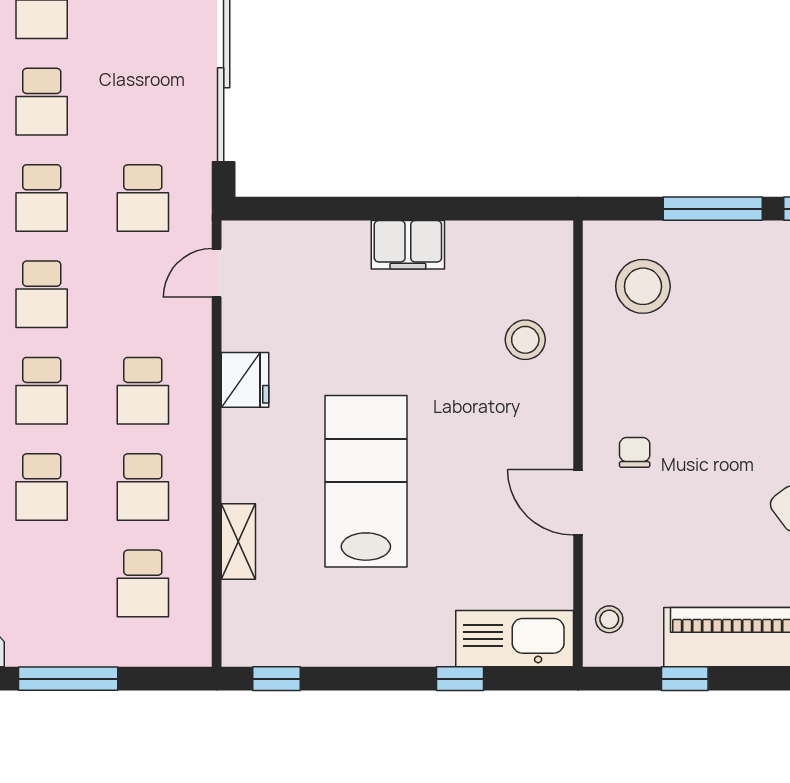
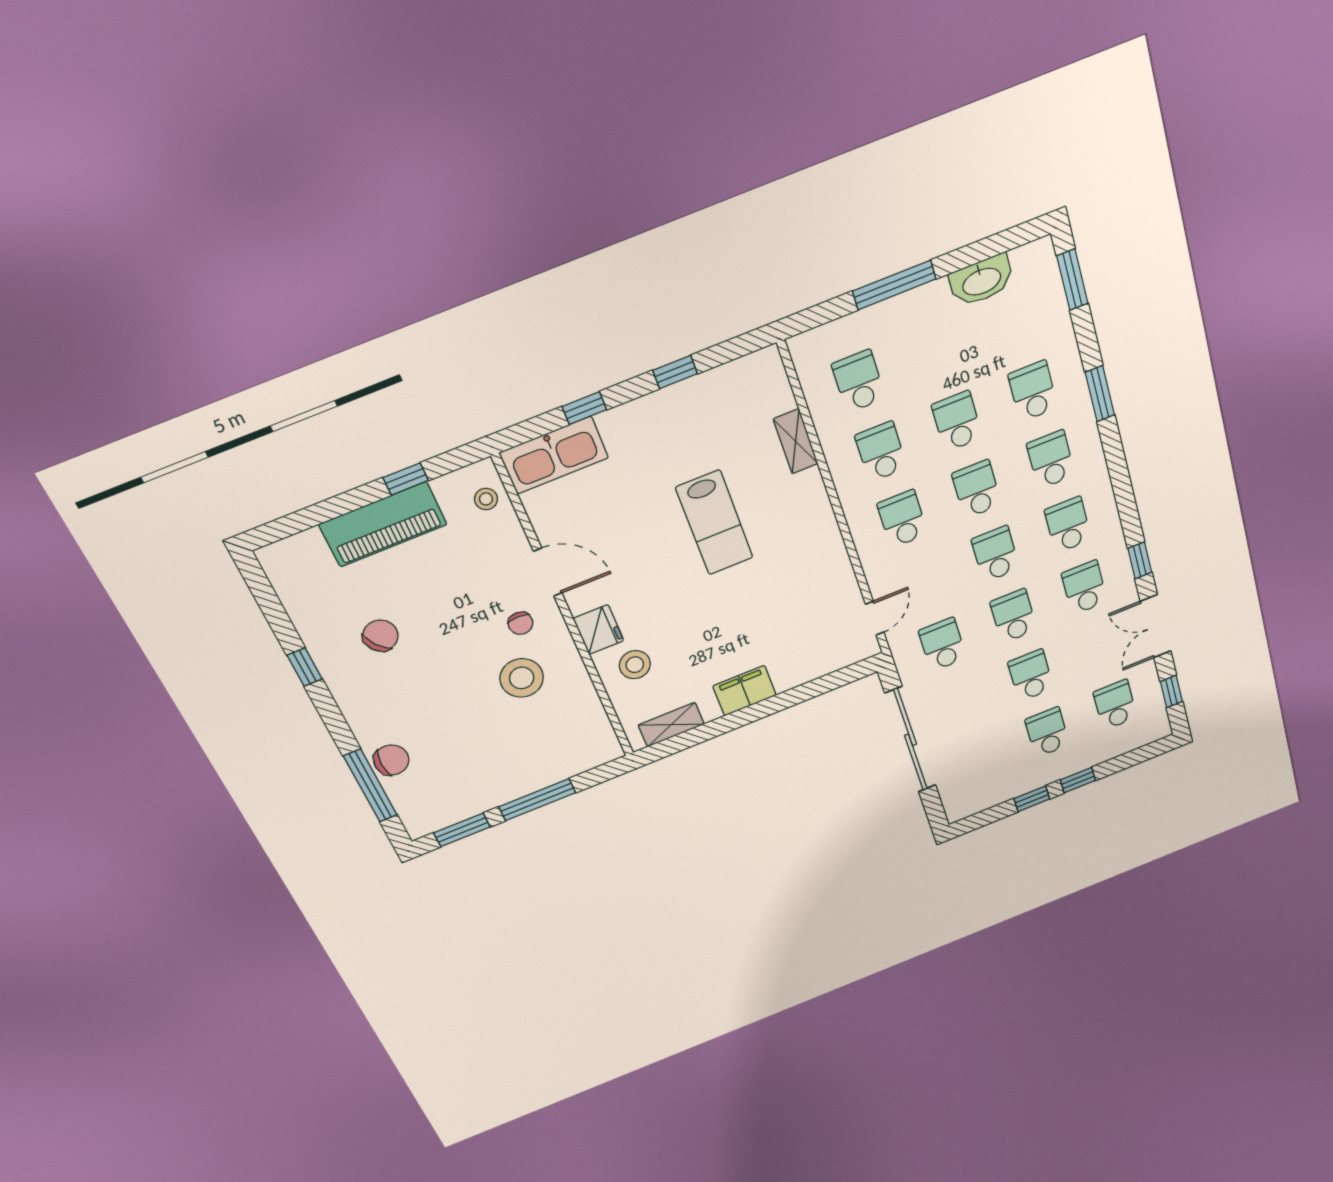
shelving: (513, 238) -> (671, 725), added
stool: (643, 286) -> (522, 678), moved
fridge: (245, 380) -> (598, 630), moved, turned 180
lab bench: (366, 481) -> (715, 523), width x0.73, depth x0.72
window: (276, 679) -> (675, 372), moved

